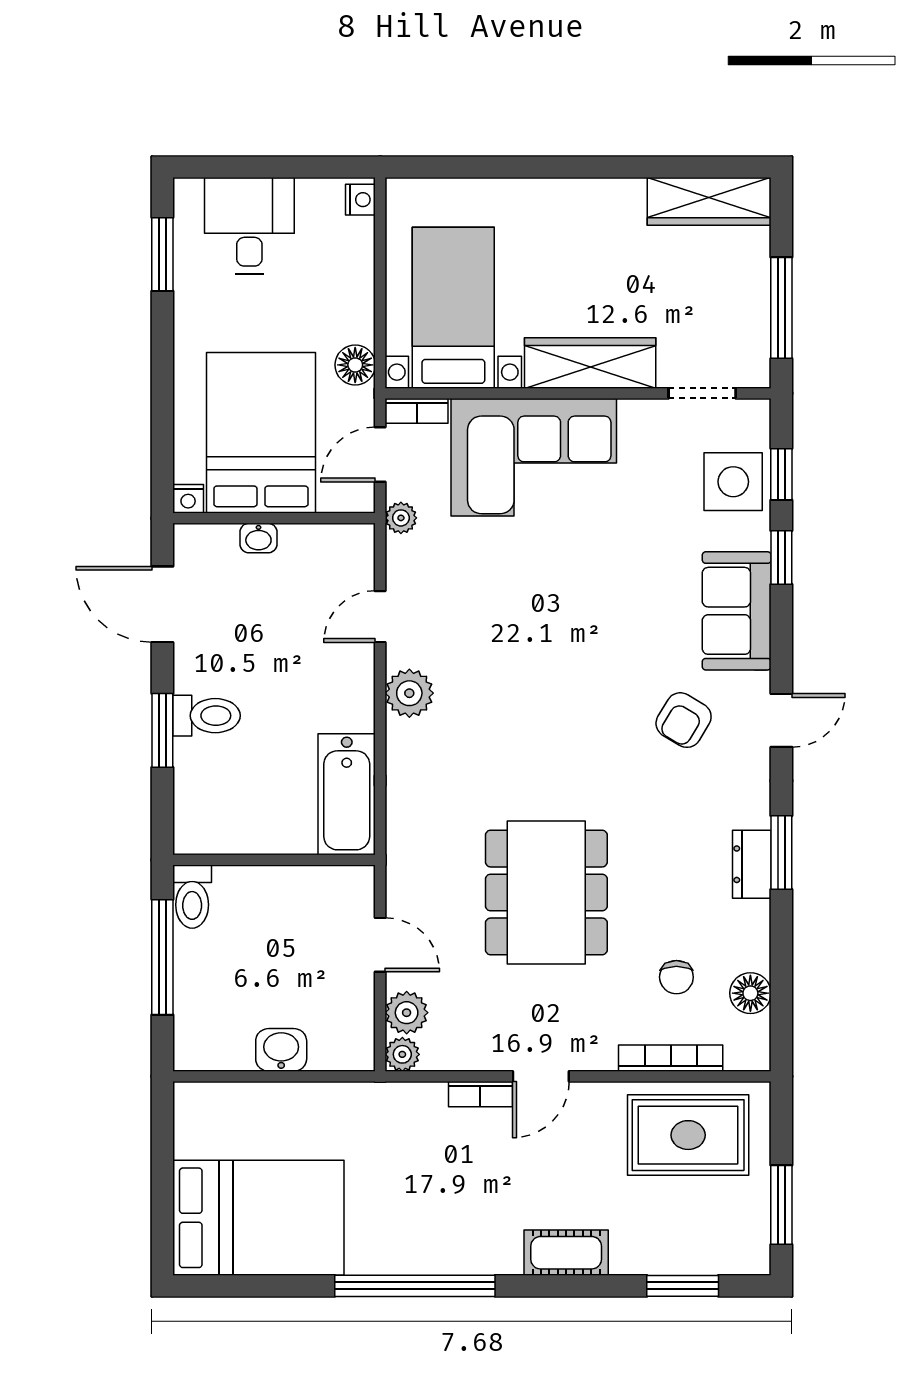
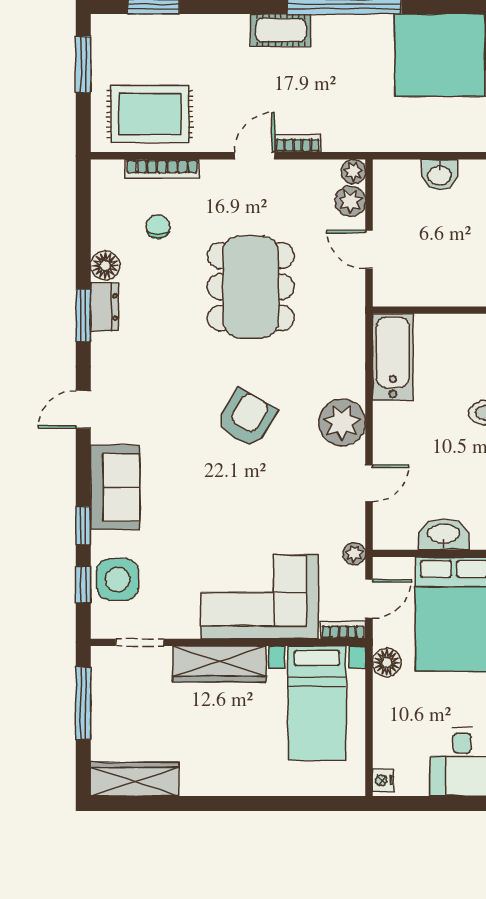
washbasin: (258, 538) -> (444, 534), width x1.91, depth x1.45
plant: (409, 693) -> (342, 423), width x1.36, depth x1.36
armchair: (684, 720) -> (246, 418), moved, width x1.38, depth x1.38
floor lamp: (750, 993) -> (105, 266), moved
cot: (566, 1253) -> (281, 30), moved

